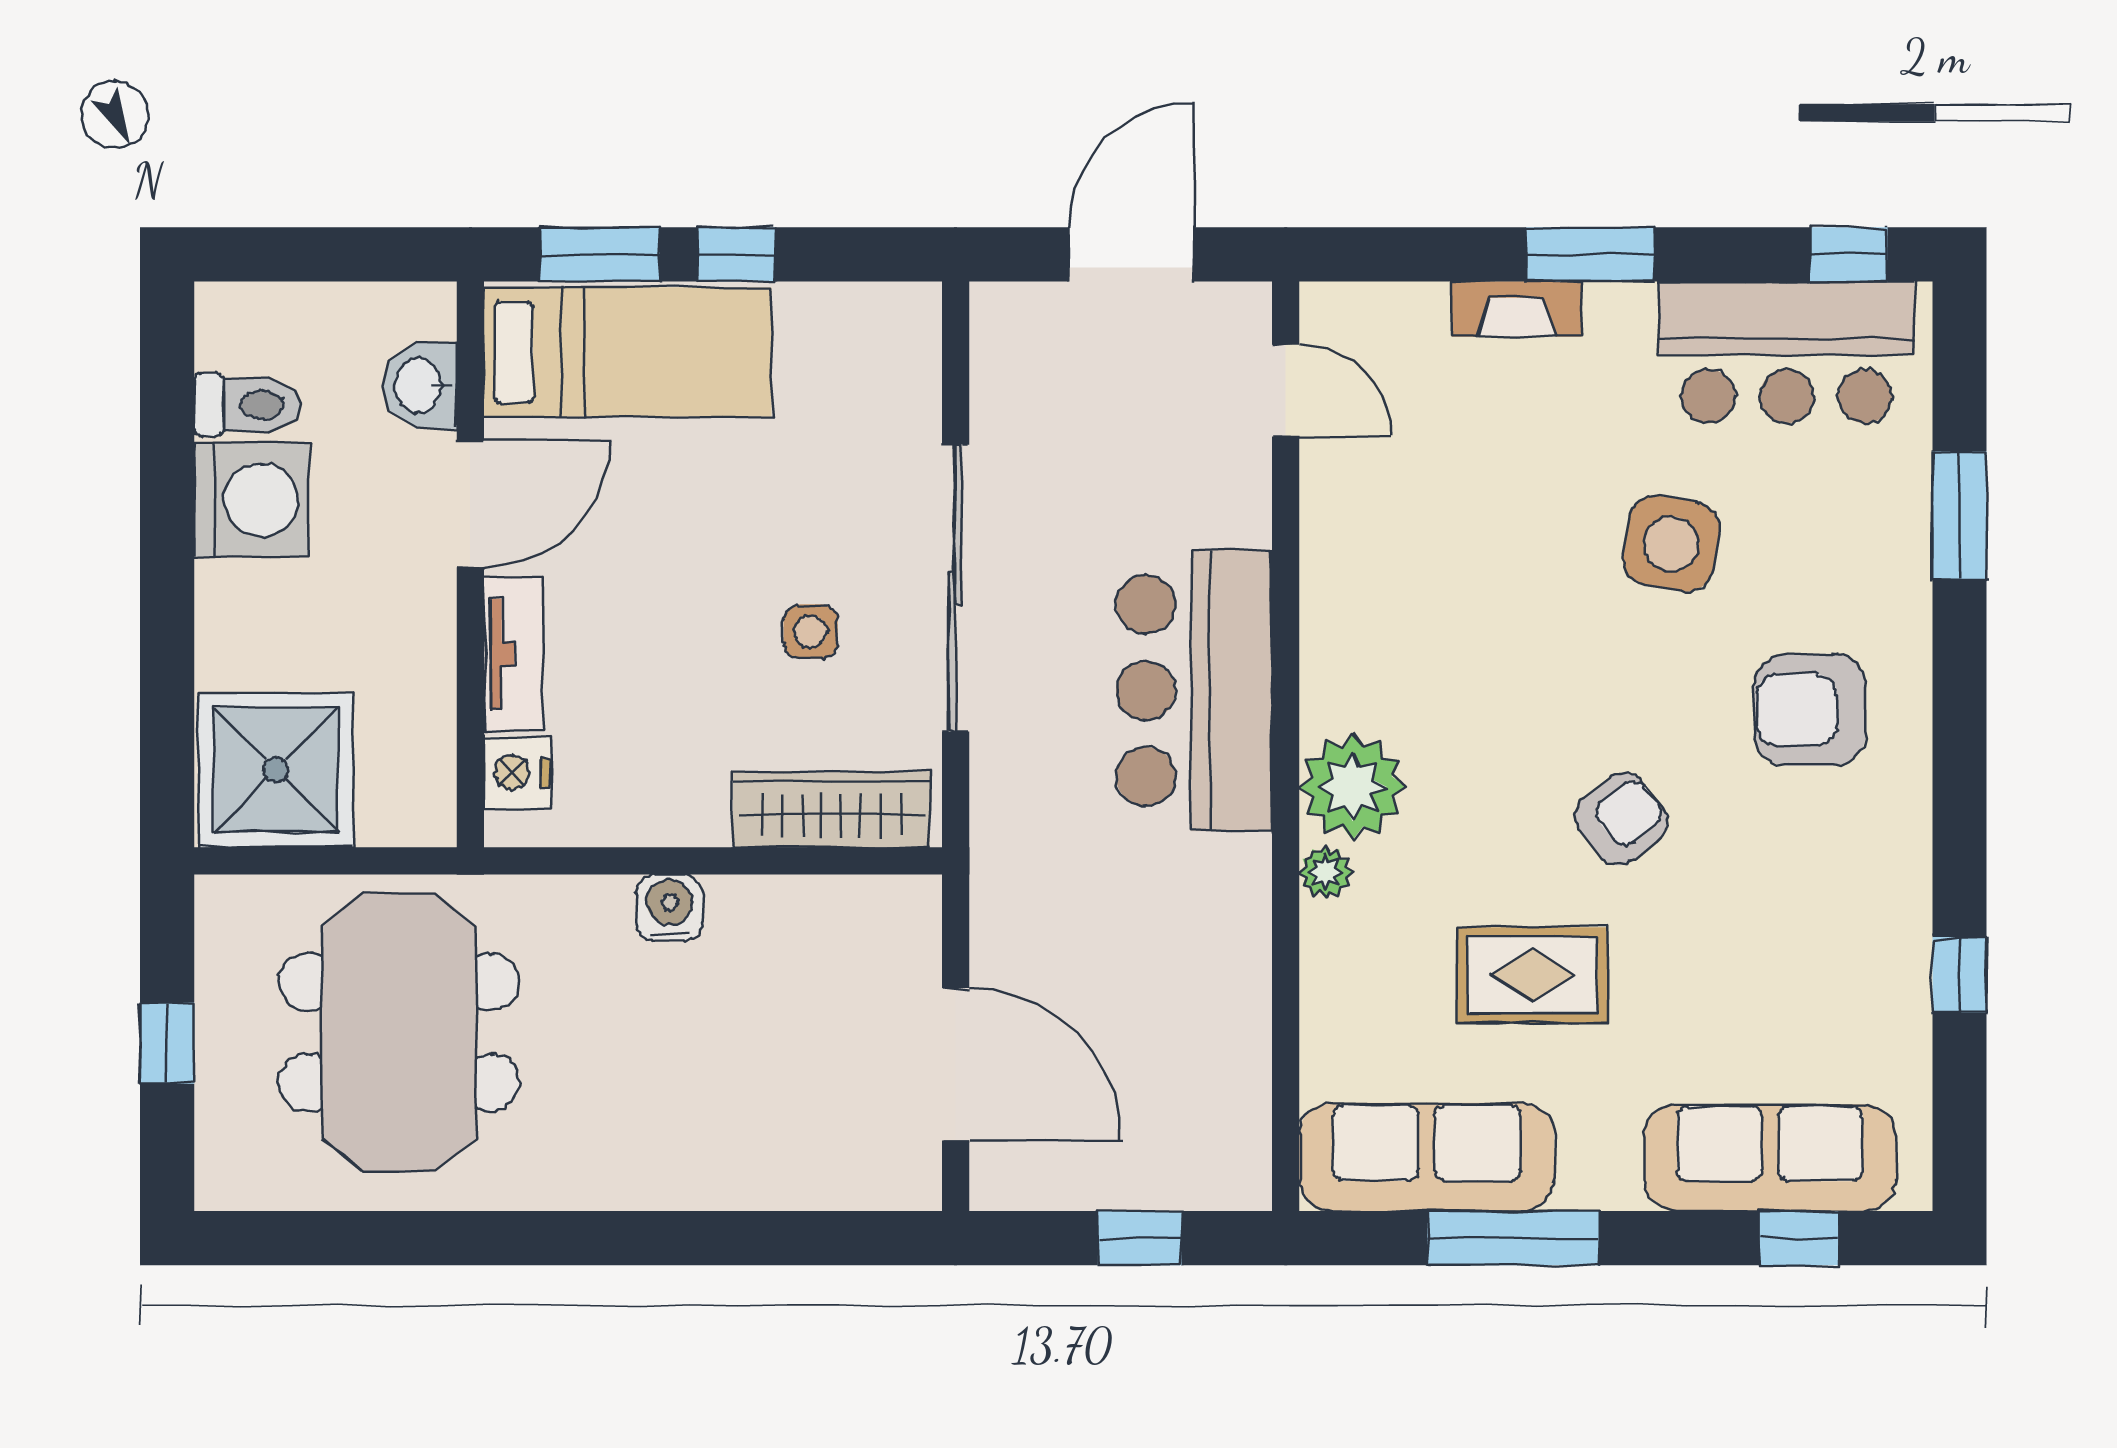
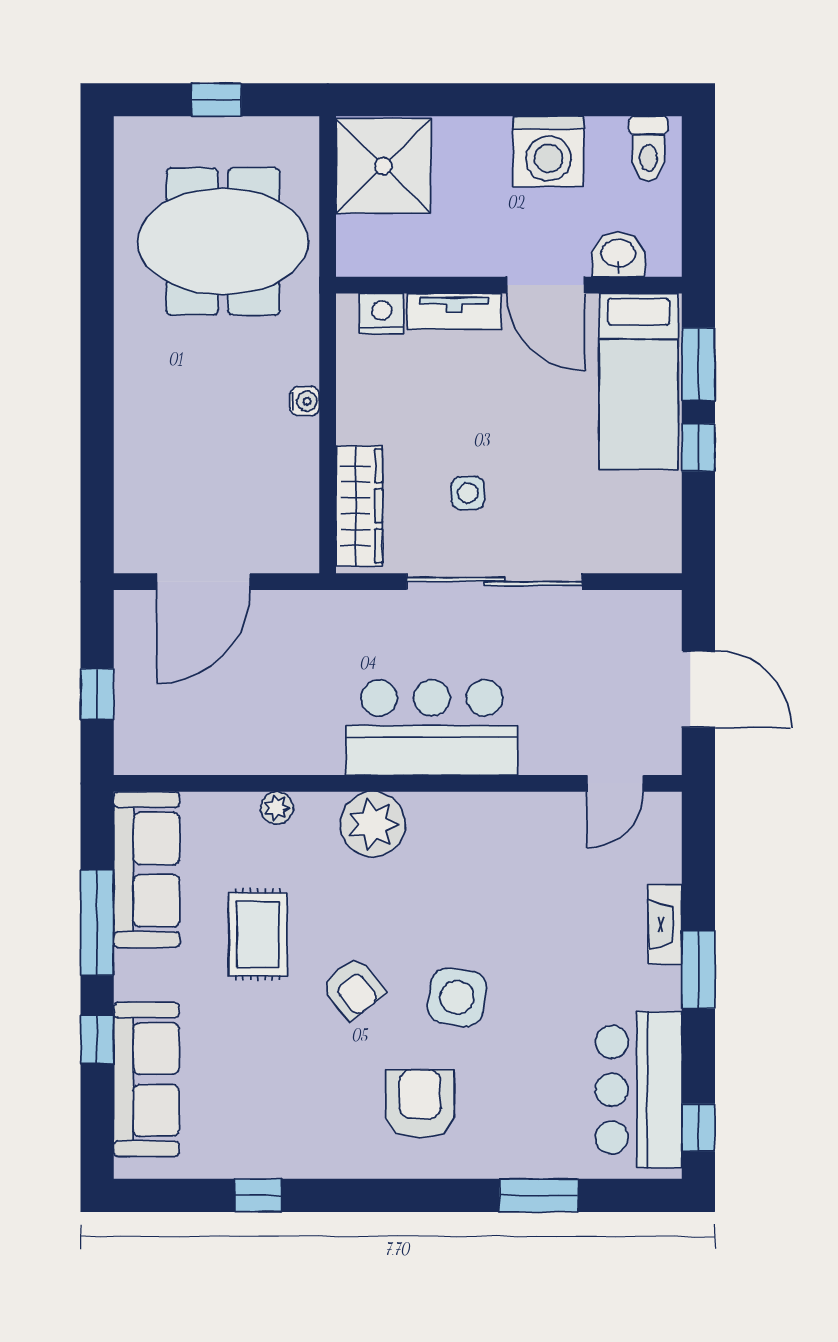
toilet: (247, 405) -> (648, 149), moved
side table: (1671, 544) -> (457, 997), moved
plant: (1326, 872) -> (277, 808), moved
water cooler: (670, 908) -> (305, 401), width x0.72, depth x0.72
window: (1799, 1238) -> (97, 1040), moved

